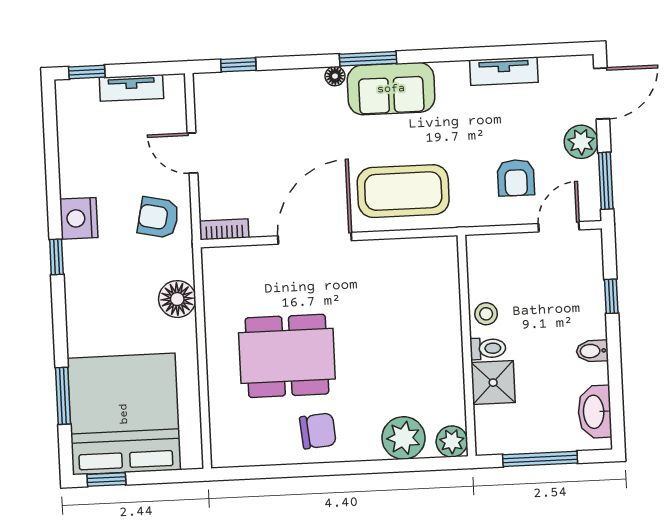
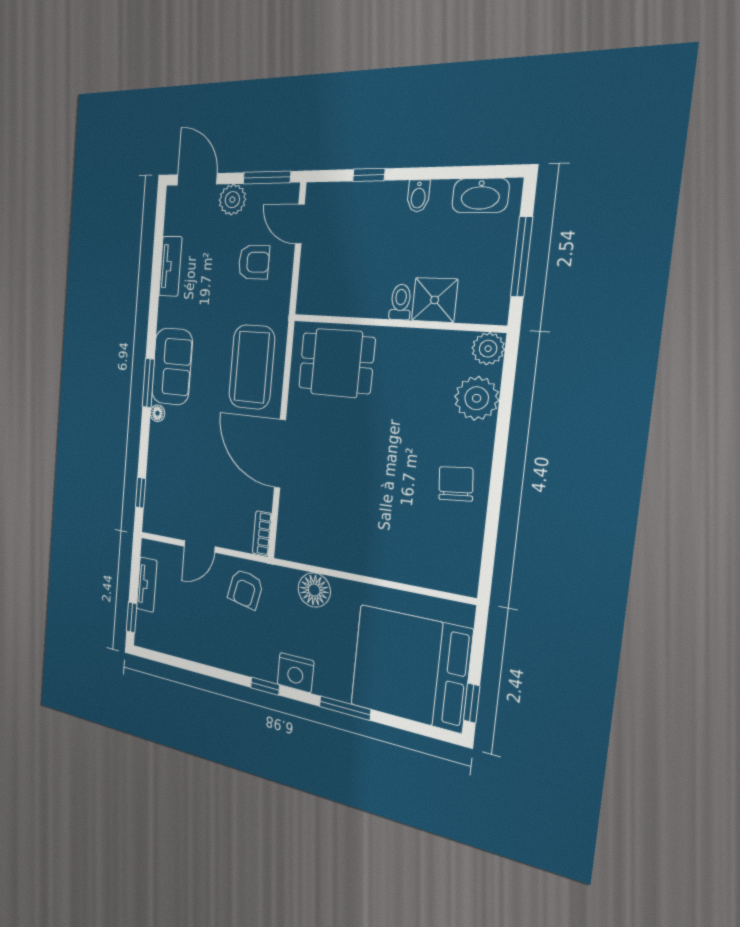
nightstand: (79, 218) -> (295, 673), moved
stool: (486, 314) -> (368, 301), removed
dining table: (287, 356) -> (336, 363), moved, width x0.73
window: (63, 396) -> (345, 708), moved

